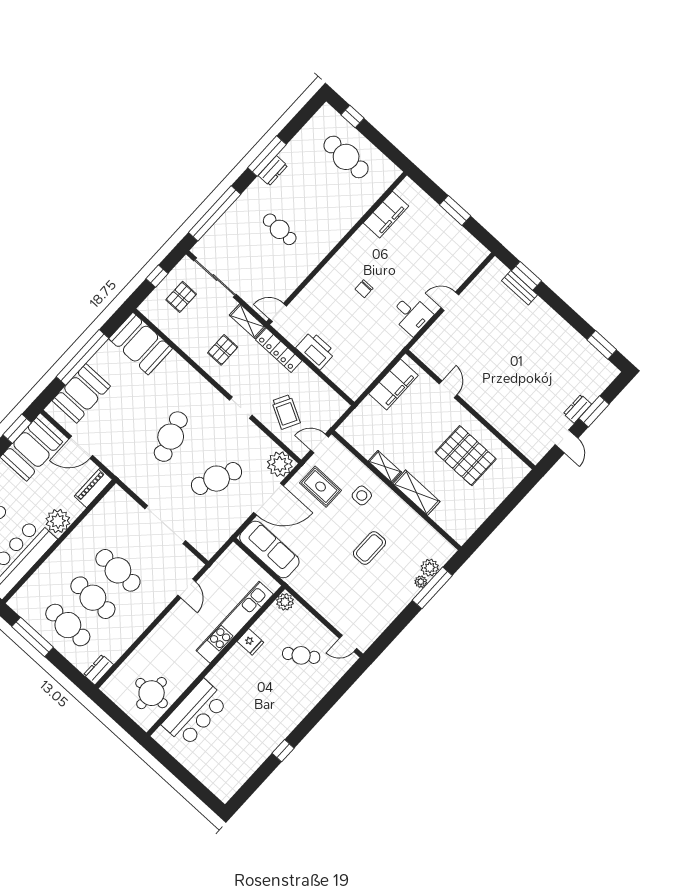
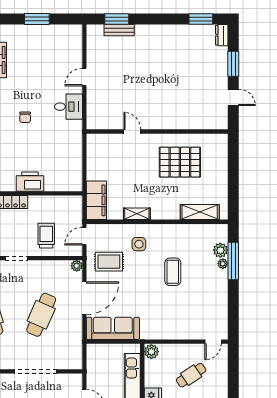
filing cabinet: (393, 385) -> (96, 200), moved
dresser: (577, 409) -> (222, 35), moved
trolley: (286, 412) -> (46, 236), turned -118
plant: (280, 464) -> (77, 266), width x0.53, depth x0.53
shelving: (416, 493) -> (200, 212), moved

